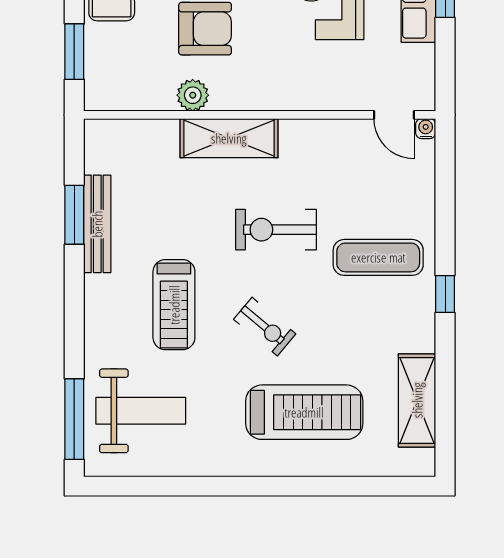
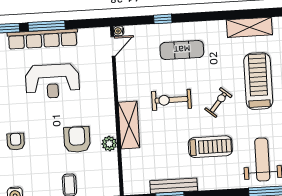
exercise bike: (276, 230) -> (171, 100), turned 90
exercise mat: (378, 257) -> (182, 50), turned 90
window: (445, 294) -> (163, 19), moved

